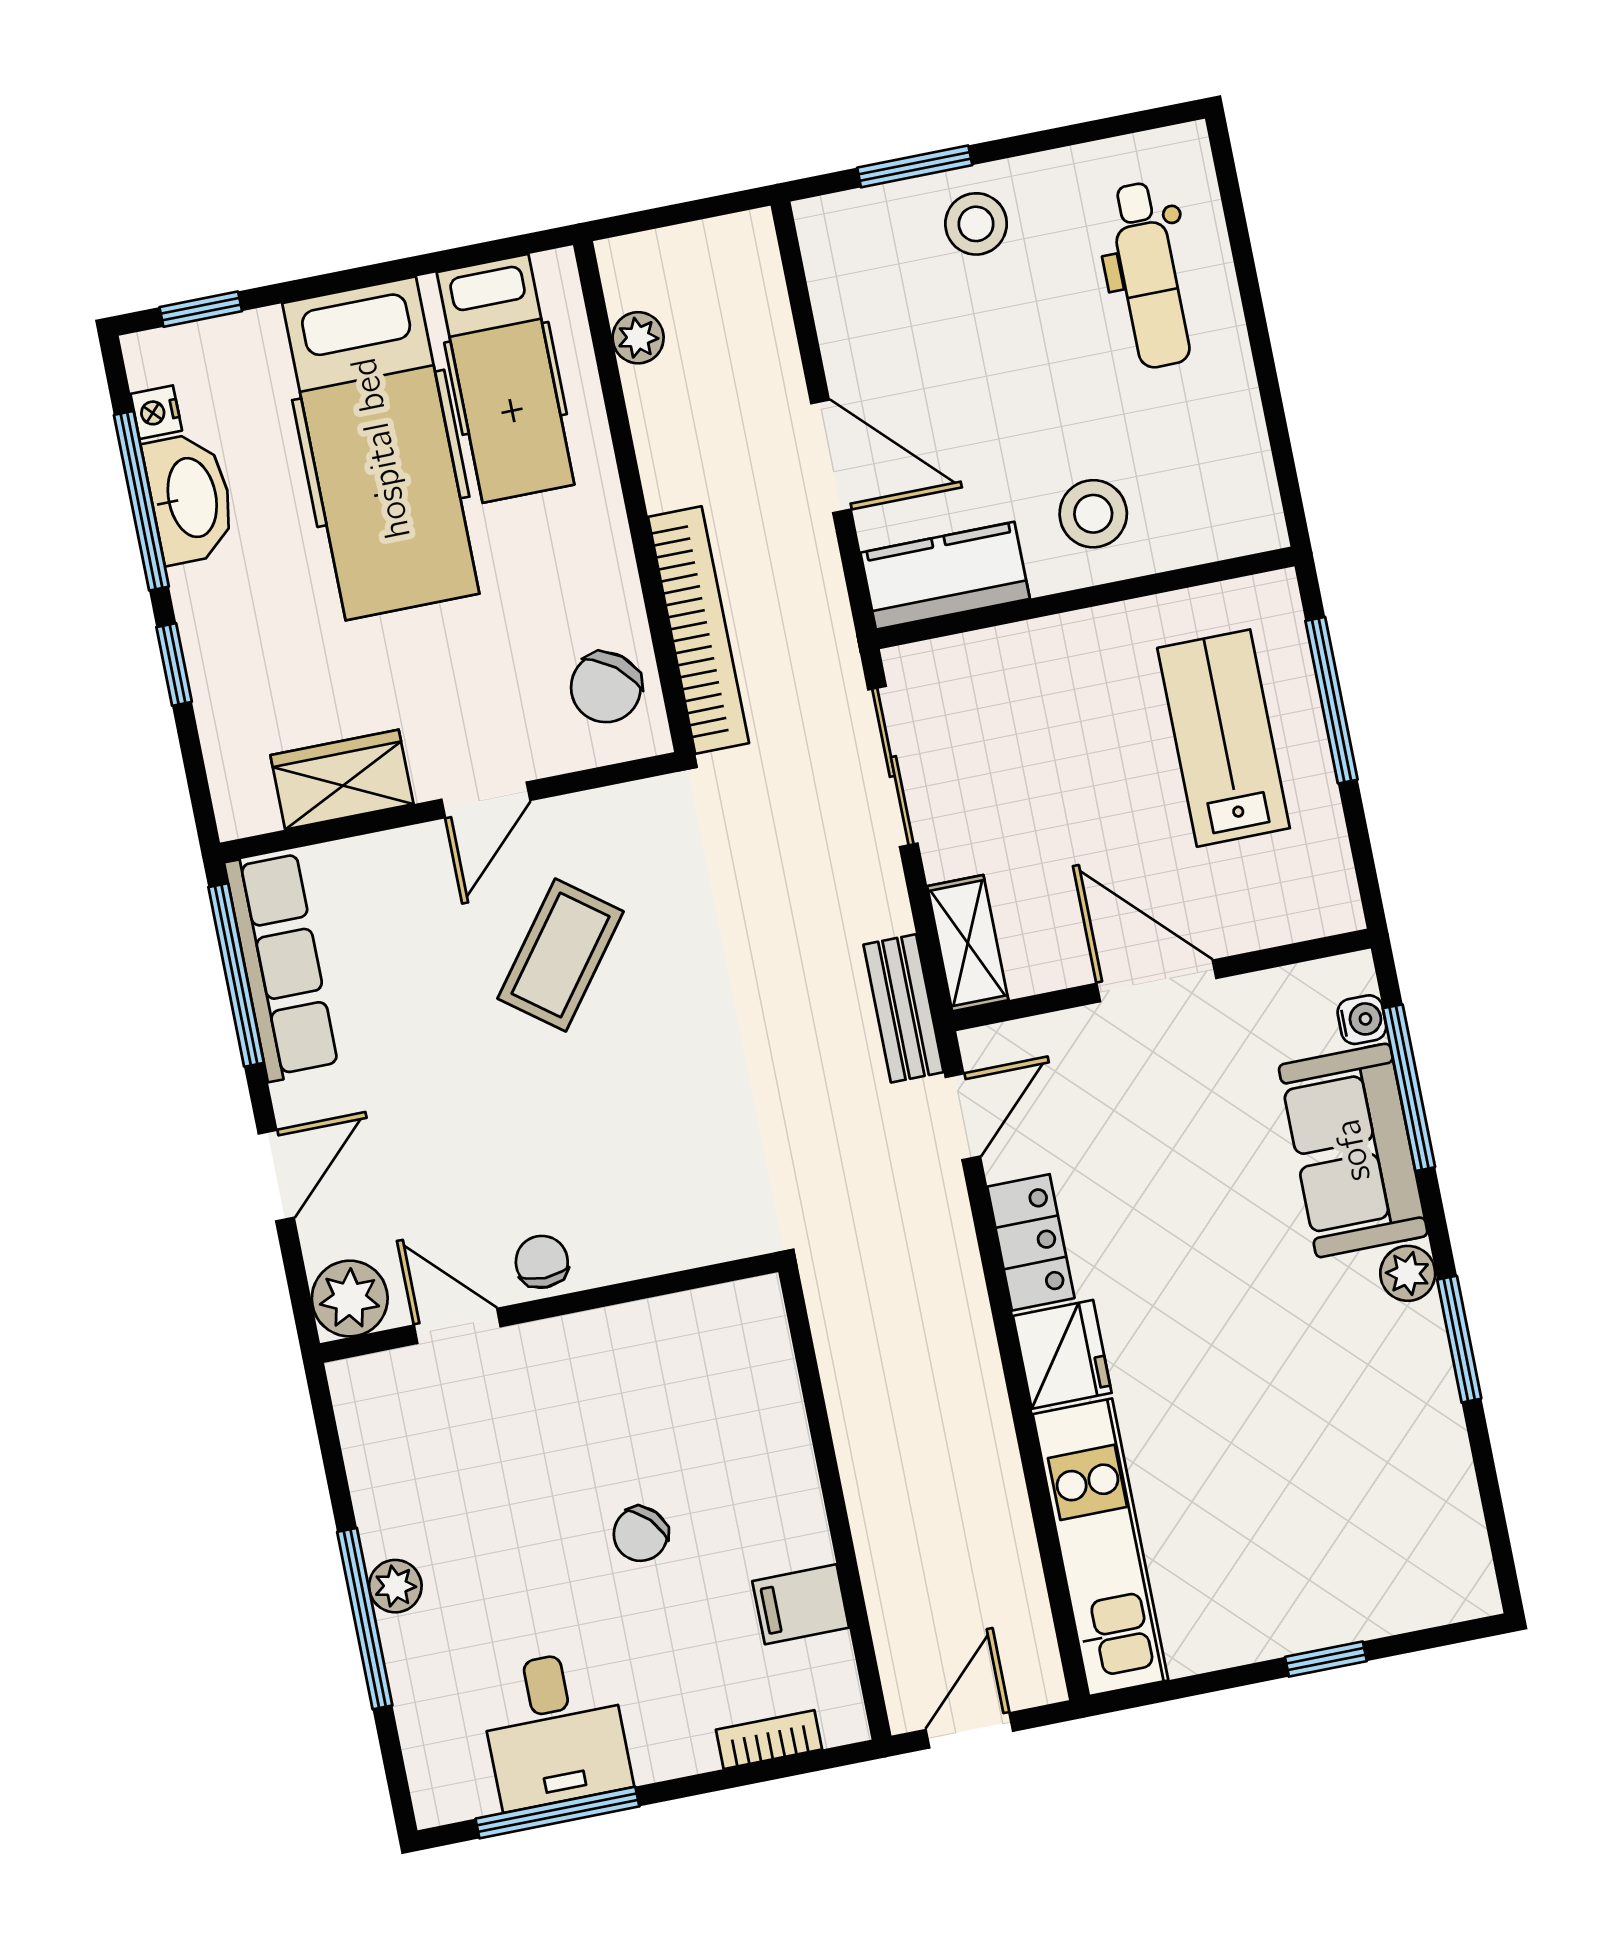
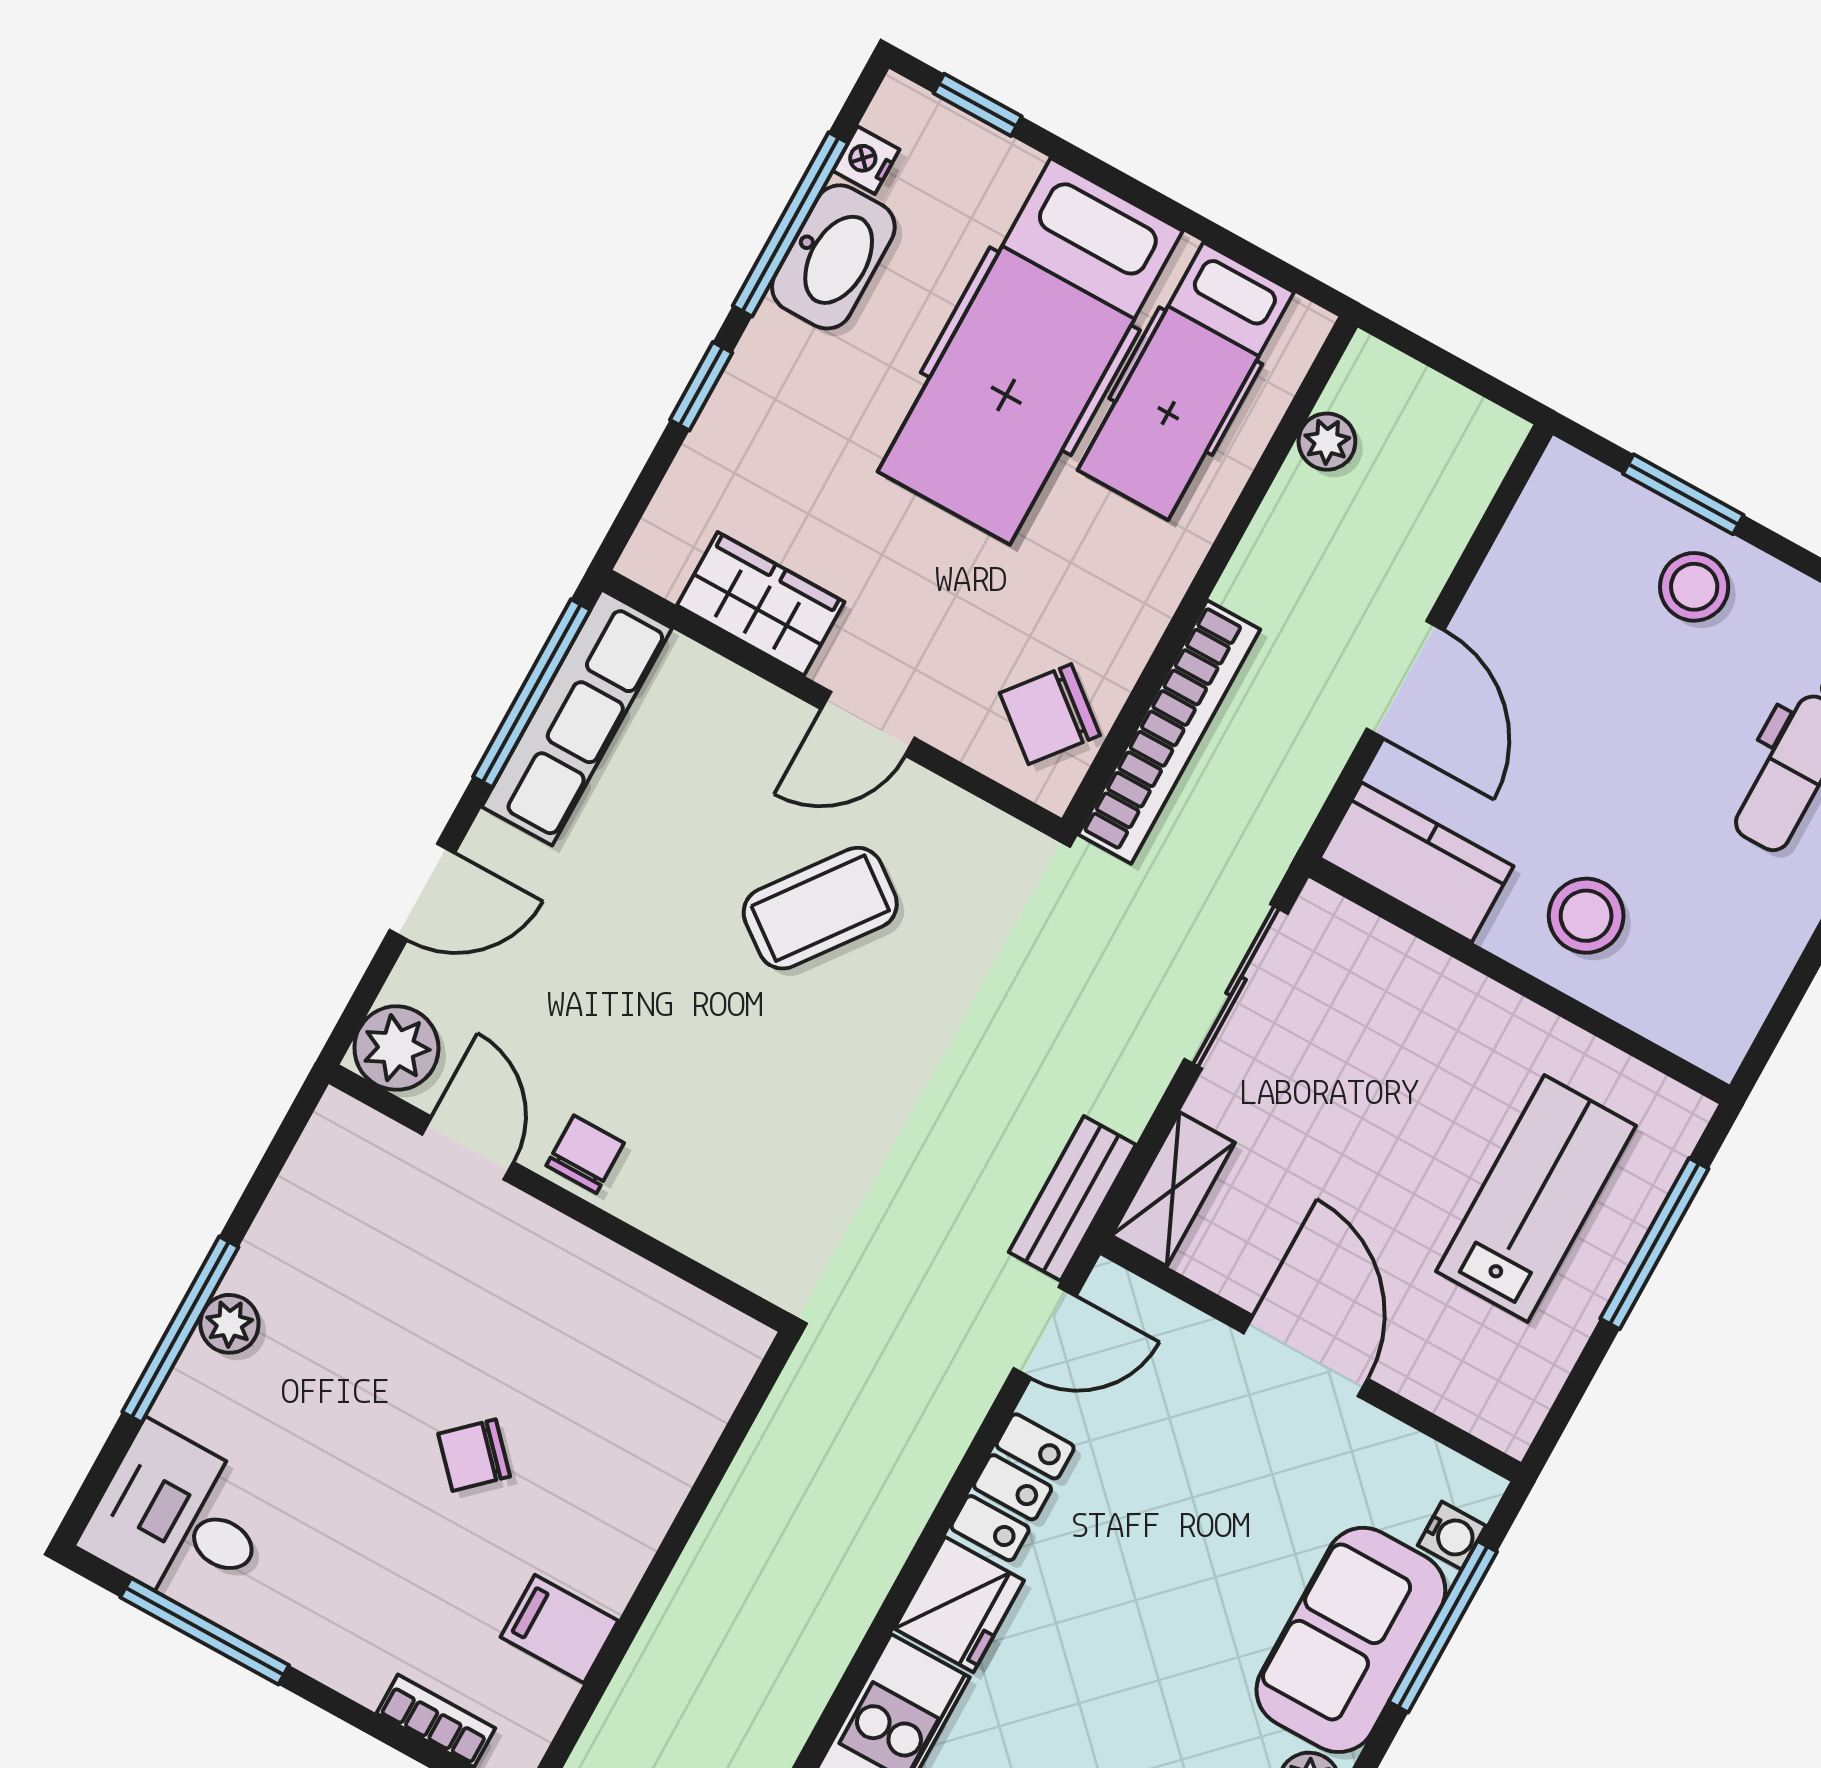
desk: (555, 1729) -> (179, 1520), moved, turned 90

